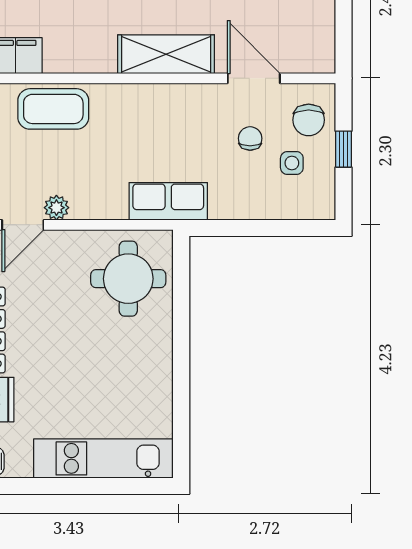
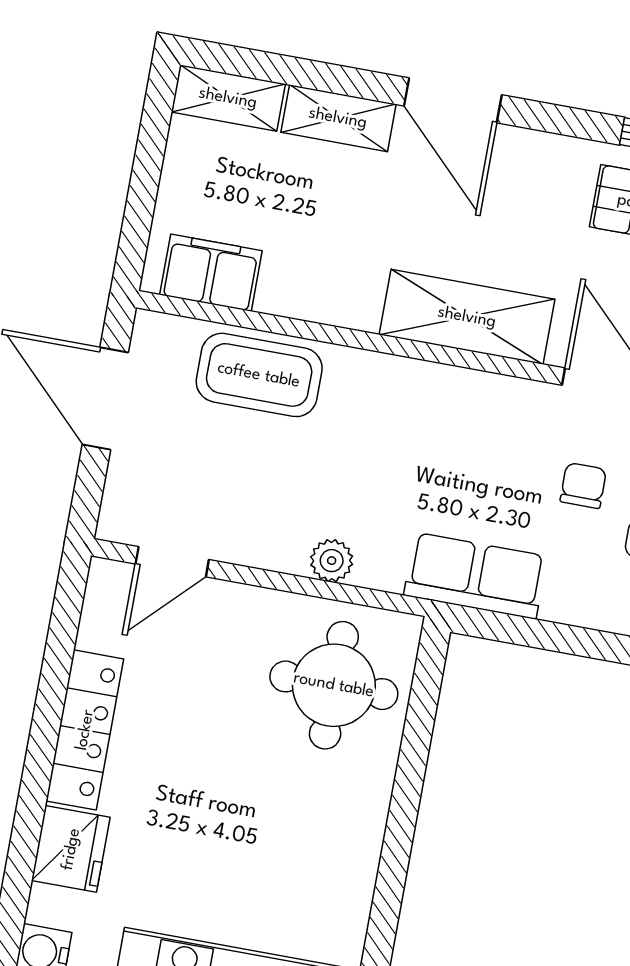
row of seats: (168, 201) -> (475, 576), moved
plant: (56, 208) -> (332, 561), moved

